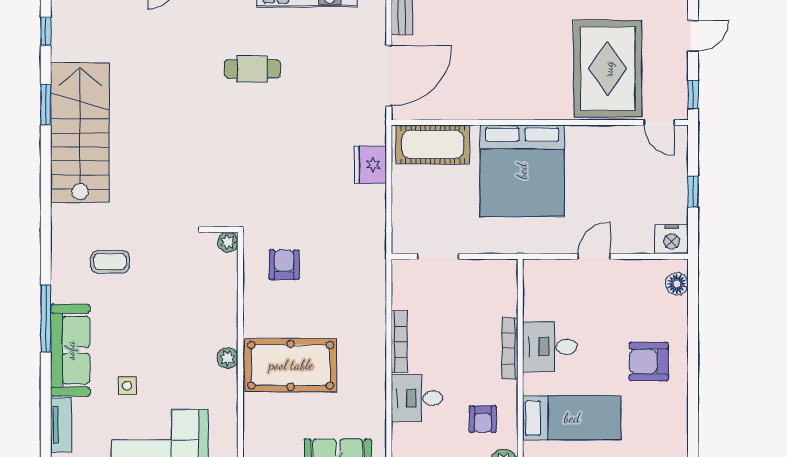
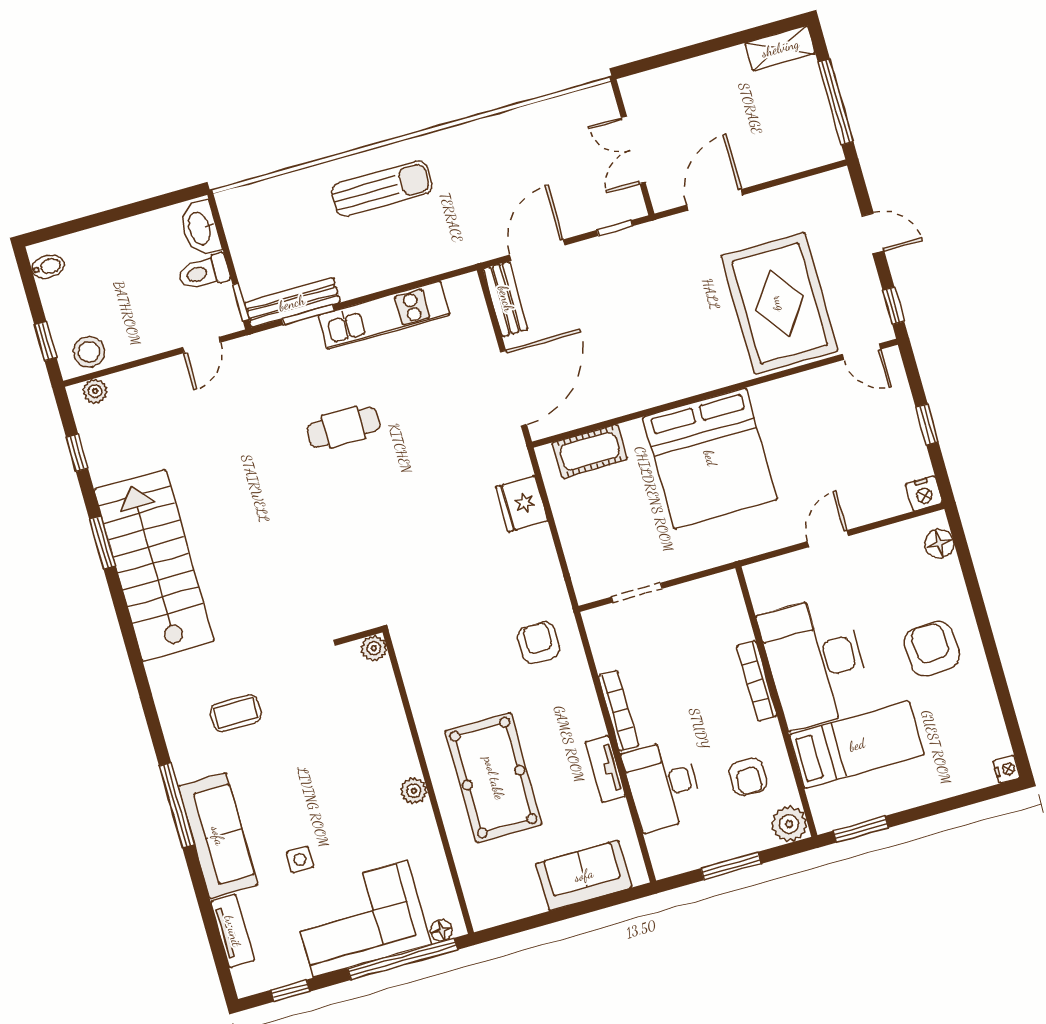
door: (693, 36) -> (873, 233), hinge flipped
cot: (433, 144) -> (590, 451), width x0.73, depth x0.75
nightstand: (672, 239) -> (924, 493), width x0.74, depth x0.75
armchair: (284, 265) -> (539, 643), moved
desk: (550, 347) -> (815, 662), width x1.87, depth x1.30
armchair: (649, 362) -> (932, 649), turned 87
pool table: (291, 365) -> (494, 778), turned 90
tv unit: (377, 383) -> (605, 769), added
desk: (417, 398) -> (663, 785), width x1.37

